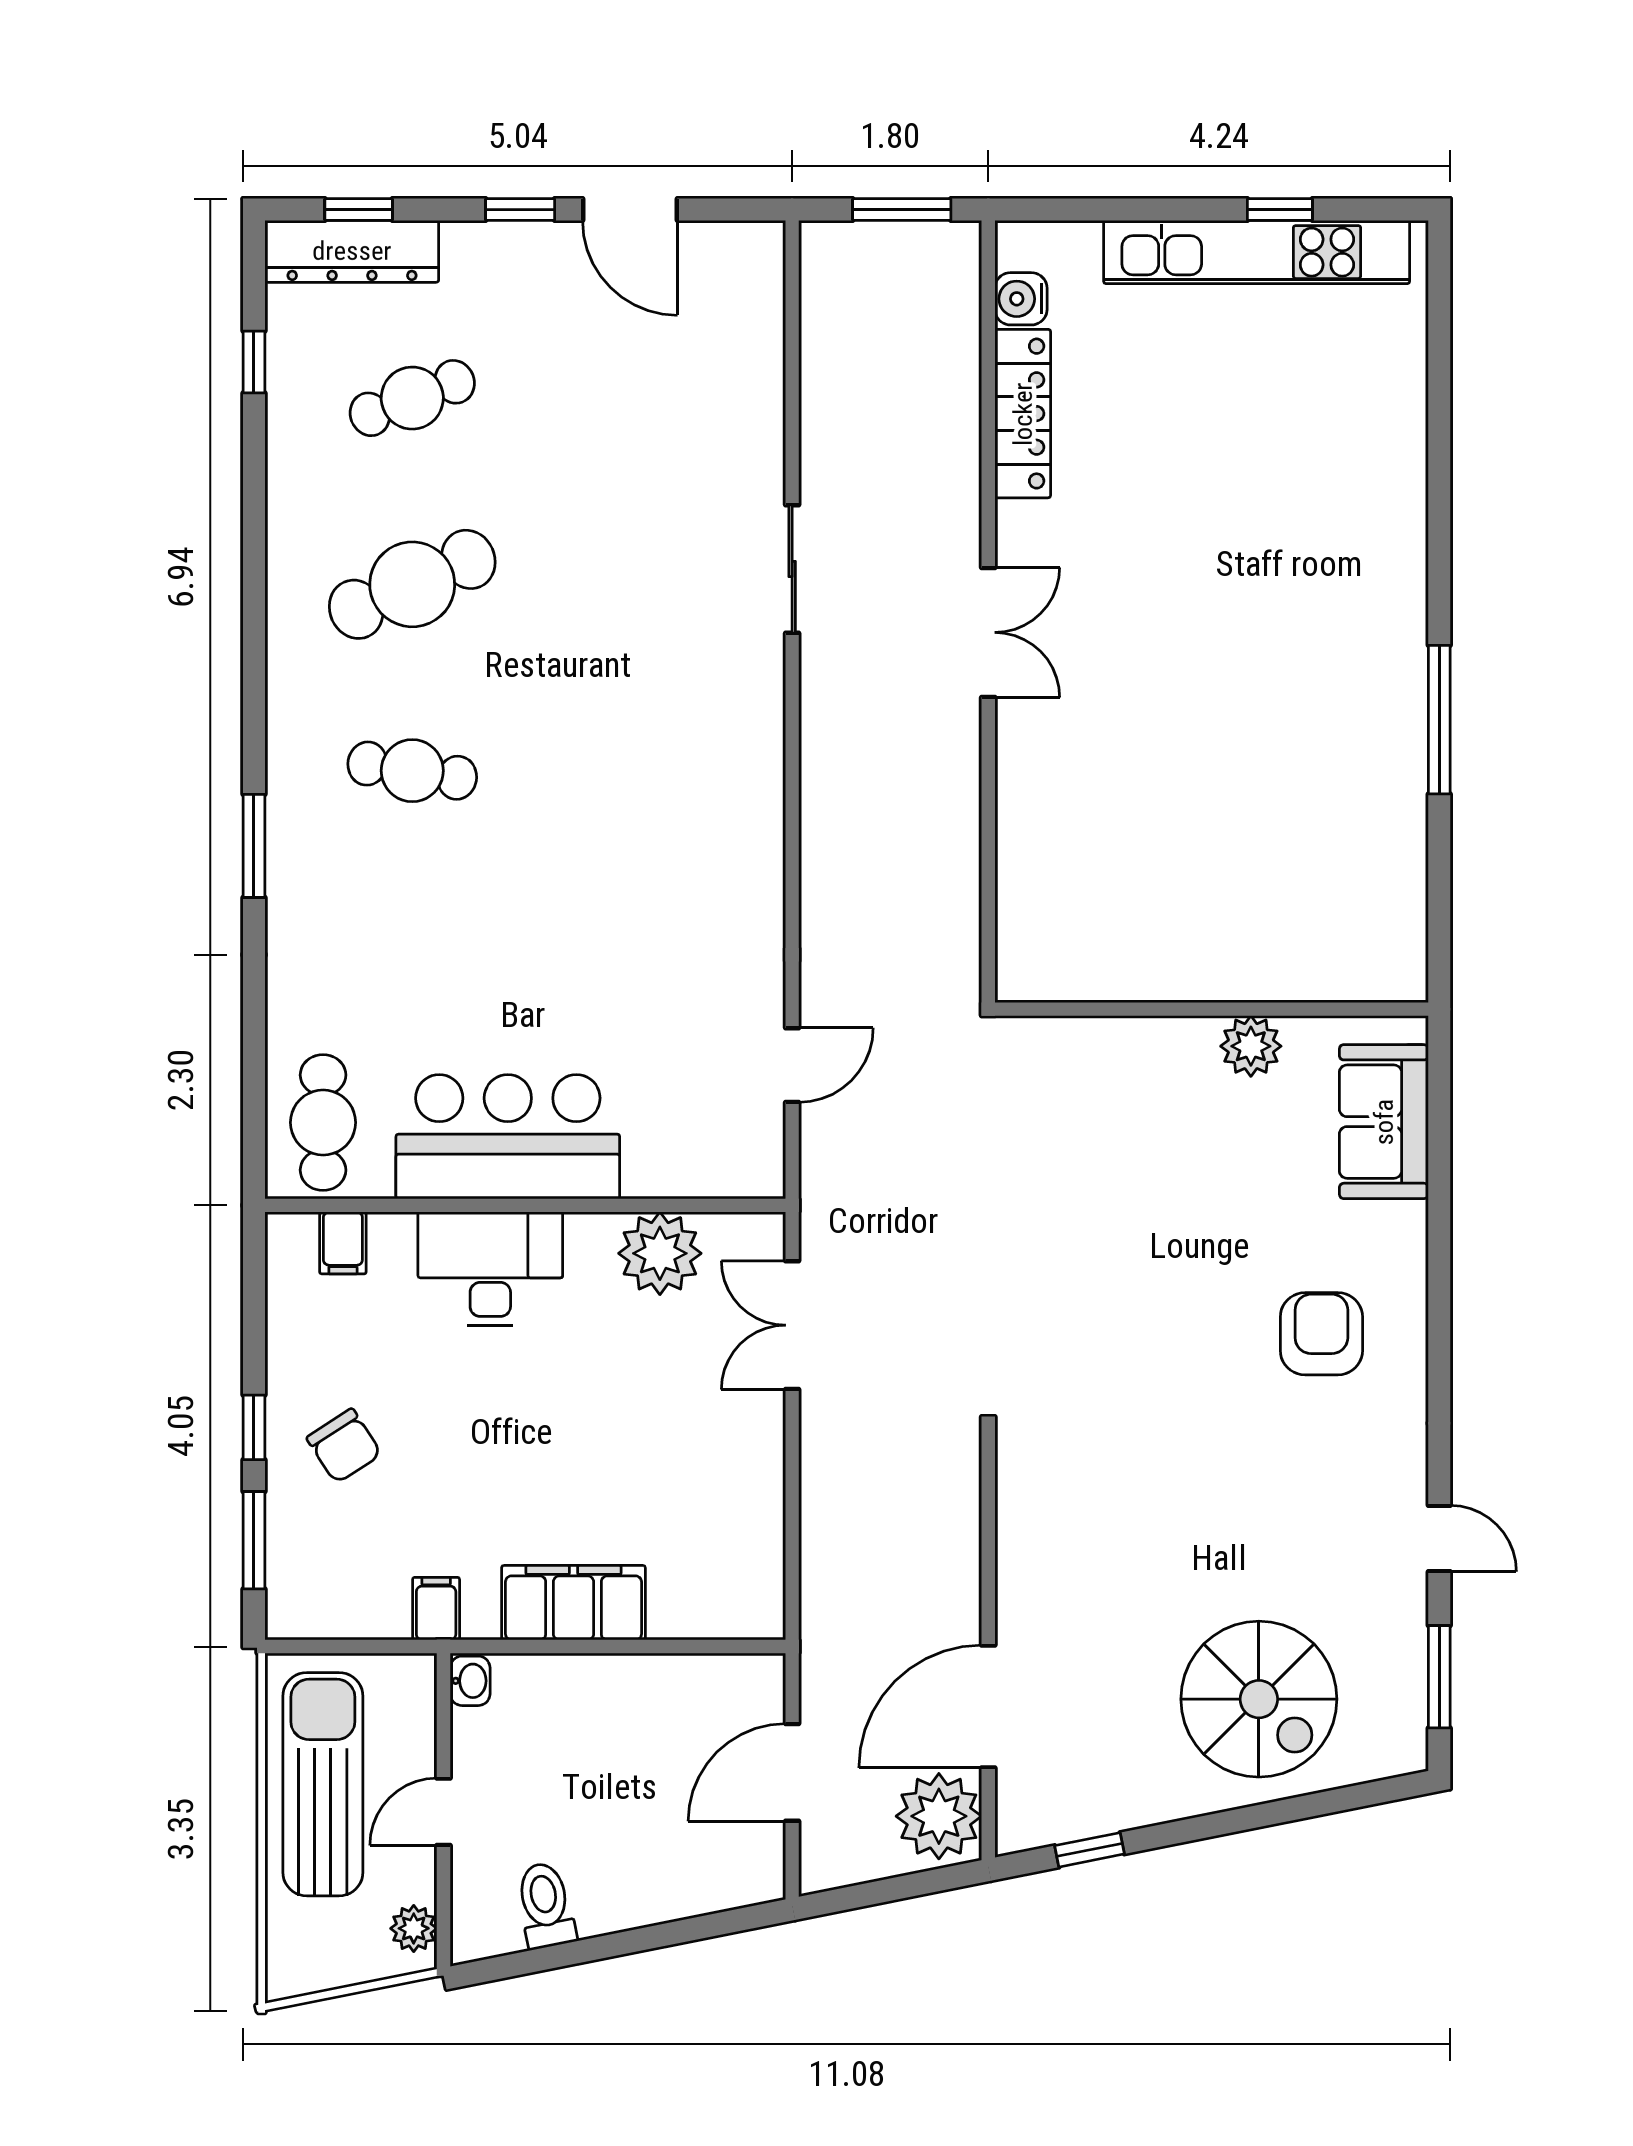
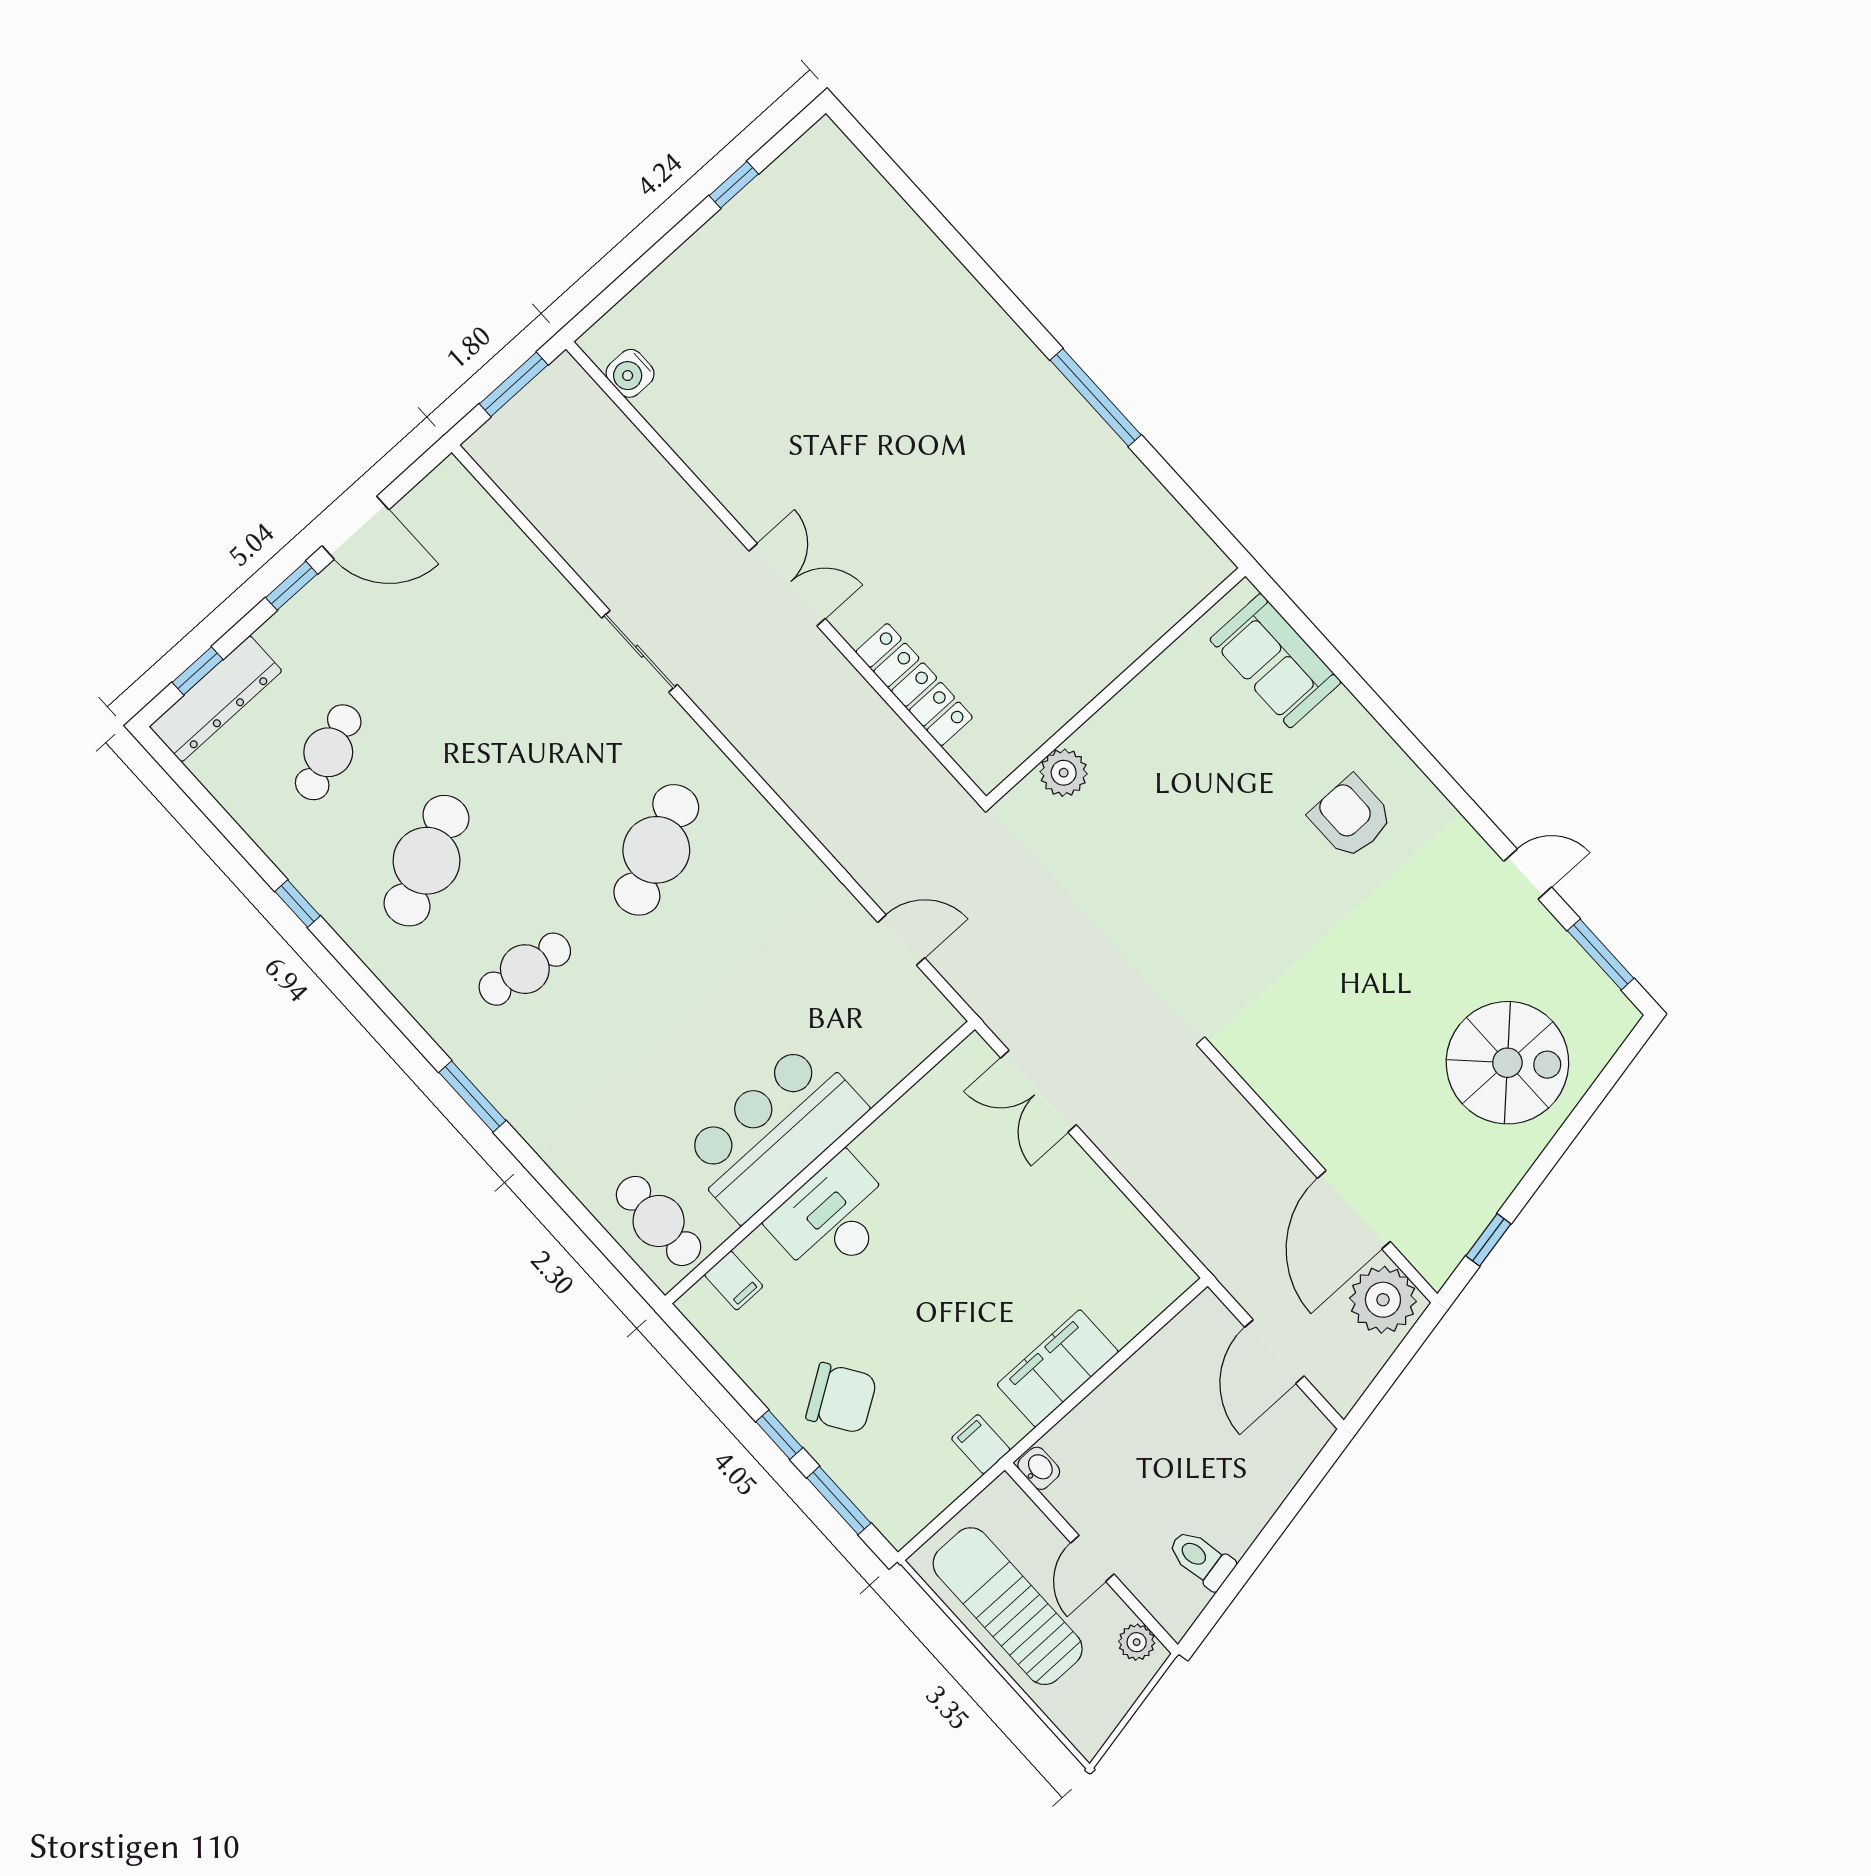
kitchen unit: (1257, 252) -> (743, 222), removed
window: (254, 362) -> (298, 904), moved
locker: (1023, 414) -> (914, 685), moved
cafe table: (638, 771) -> (656, 850), added
plant: (1251, 1046) -> (1064, 773), moved
door: (792, 1065) -> (901, 940), hinge flipped
plant: (660, 1253) -> (924, 1119), removed
chair: (344, 1446) -> (841, 1398), width x1.37, depth x1.37

